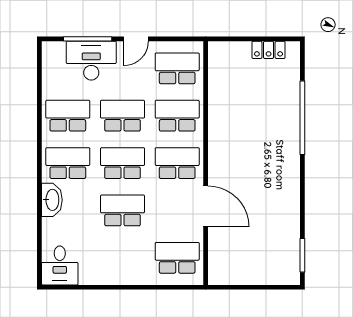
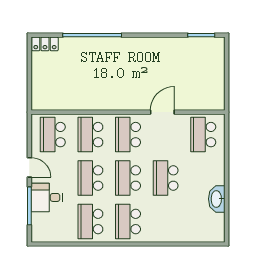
locker: (269, 50) -> (45, 44), moved, turned 90
desk: (91, 61) -> (47, 197), width x0.73
washbasin: (52, 200) -> (217, 199), moved, turned -90
door: (206, 206) -> (162, 112), width x0.73
desk: (60, 265) -> (209, 228), removed

